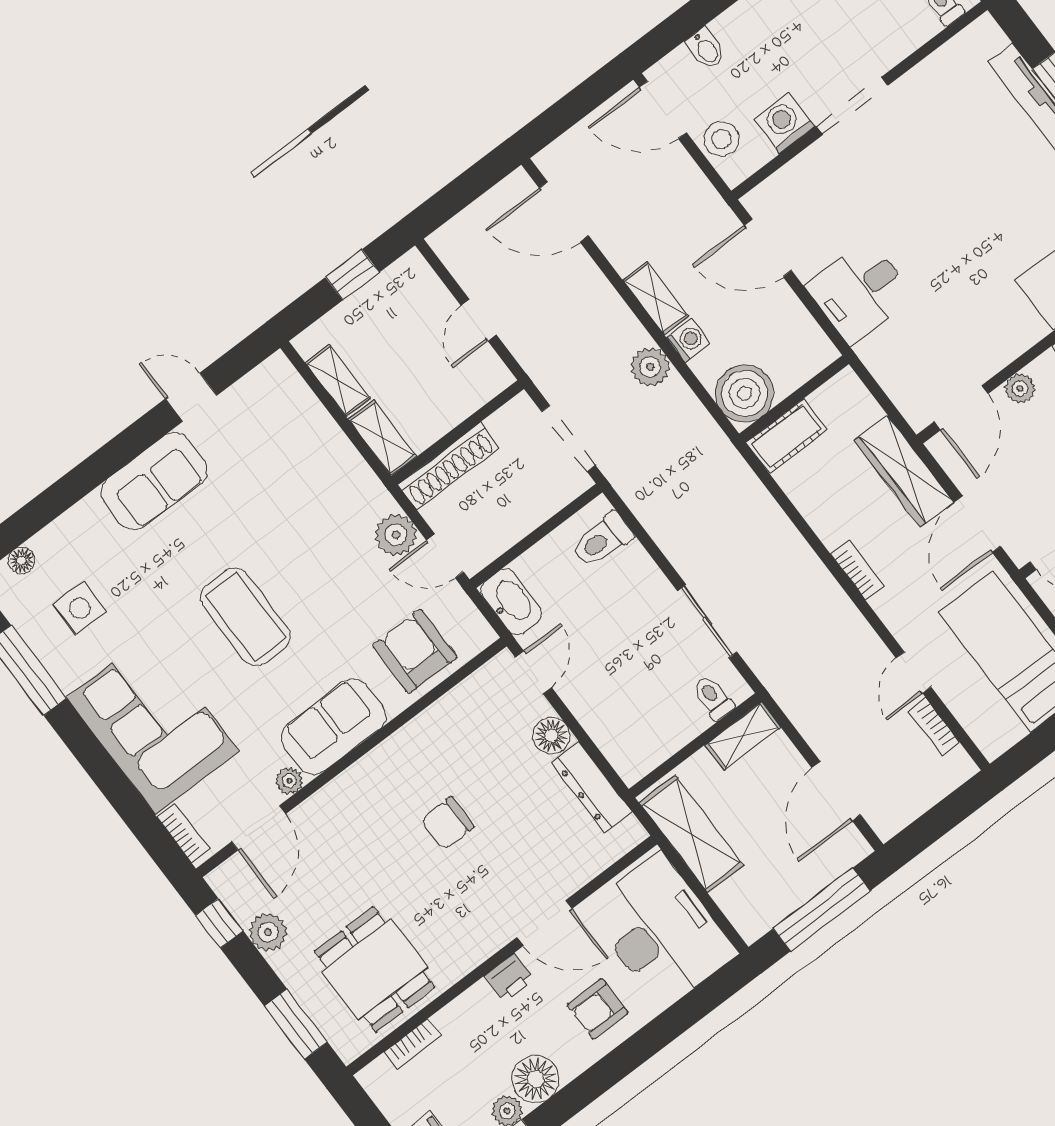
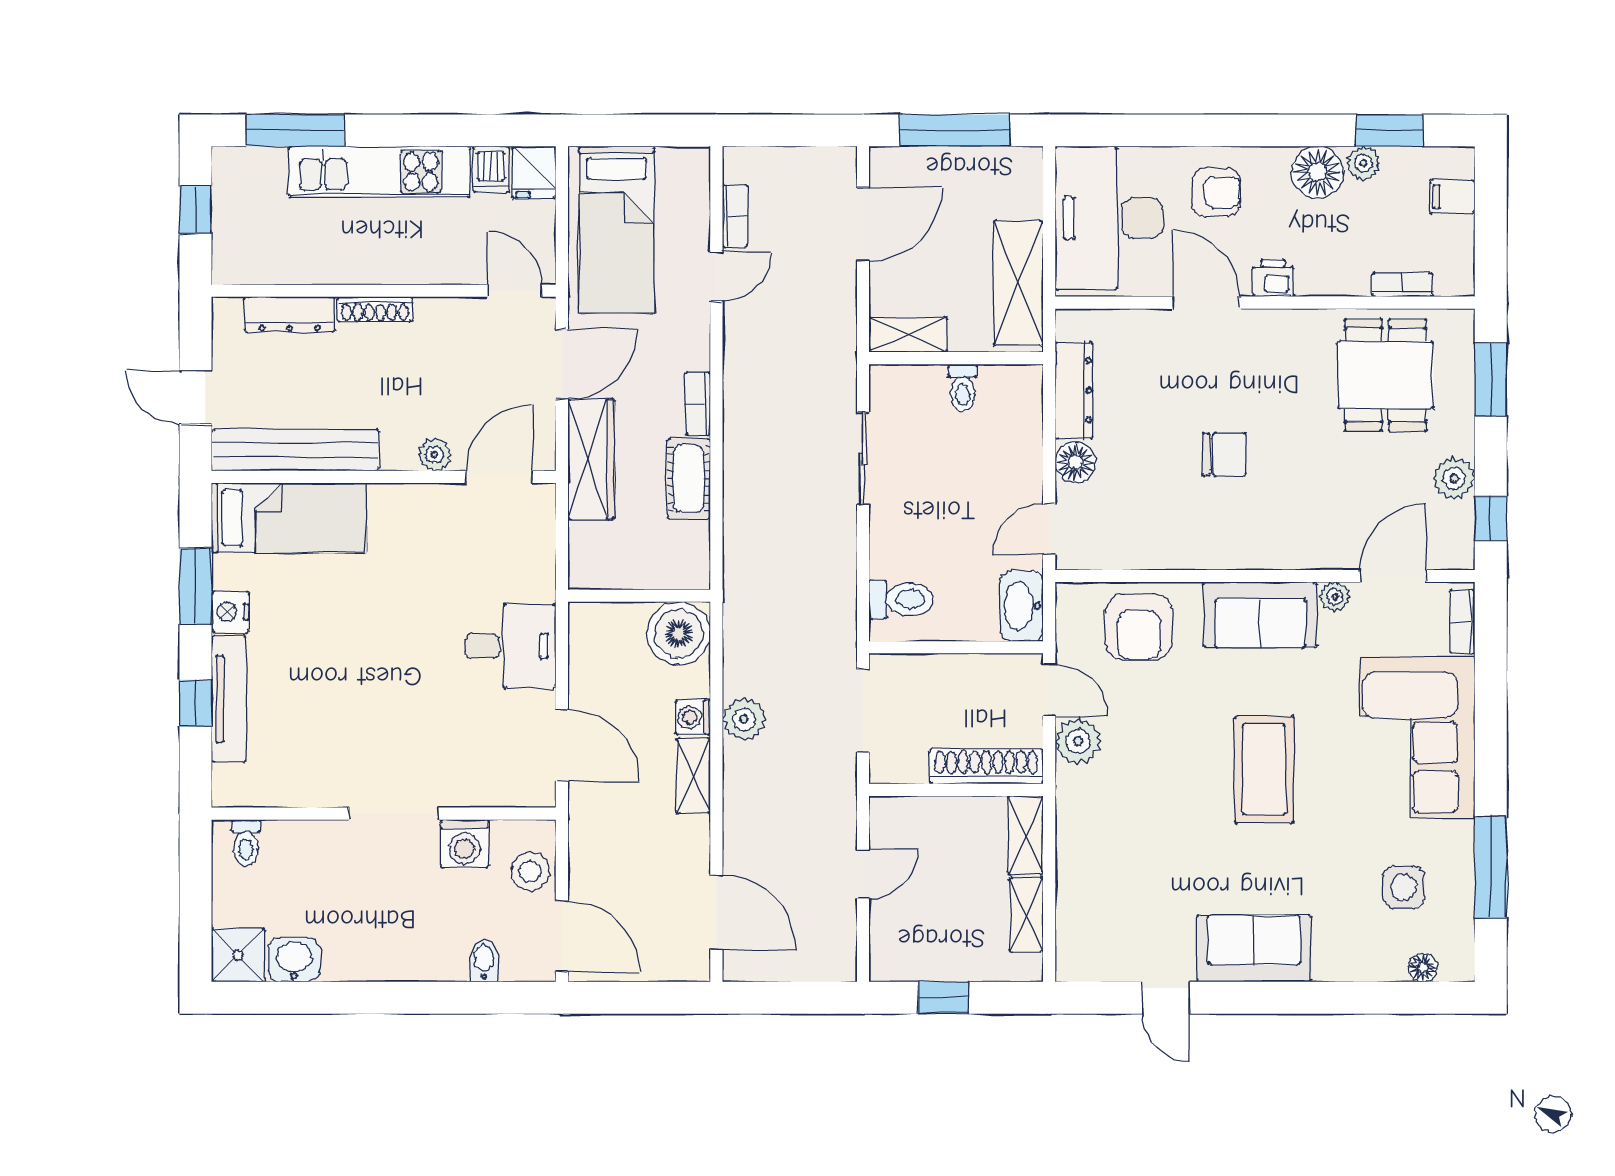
cot: (786, 436) -> (689, 479), moved, turned 90
toilet: (713, 698) -> (963, 388), moved

